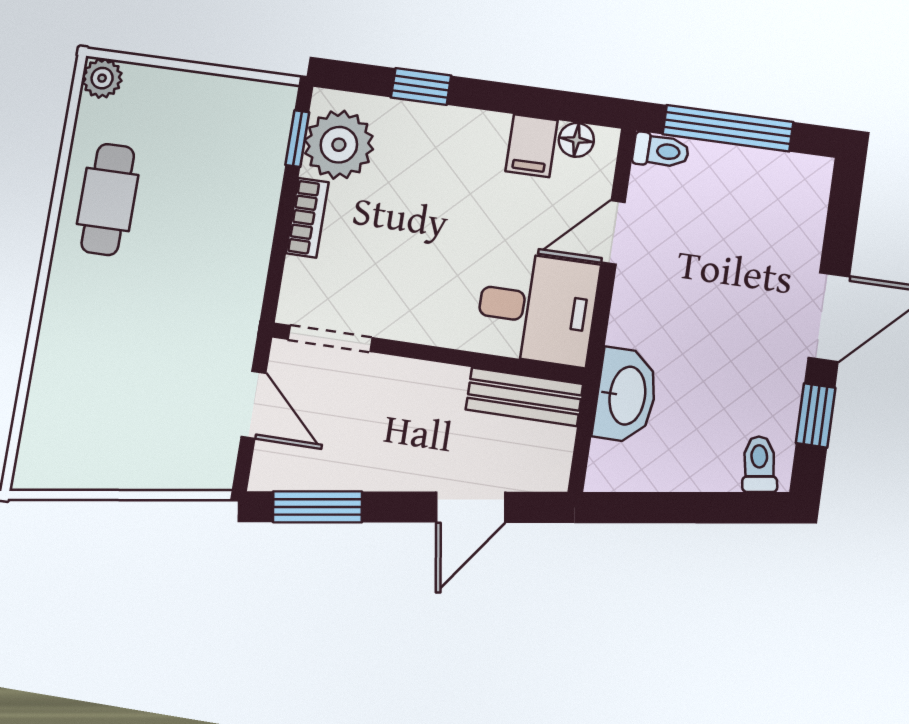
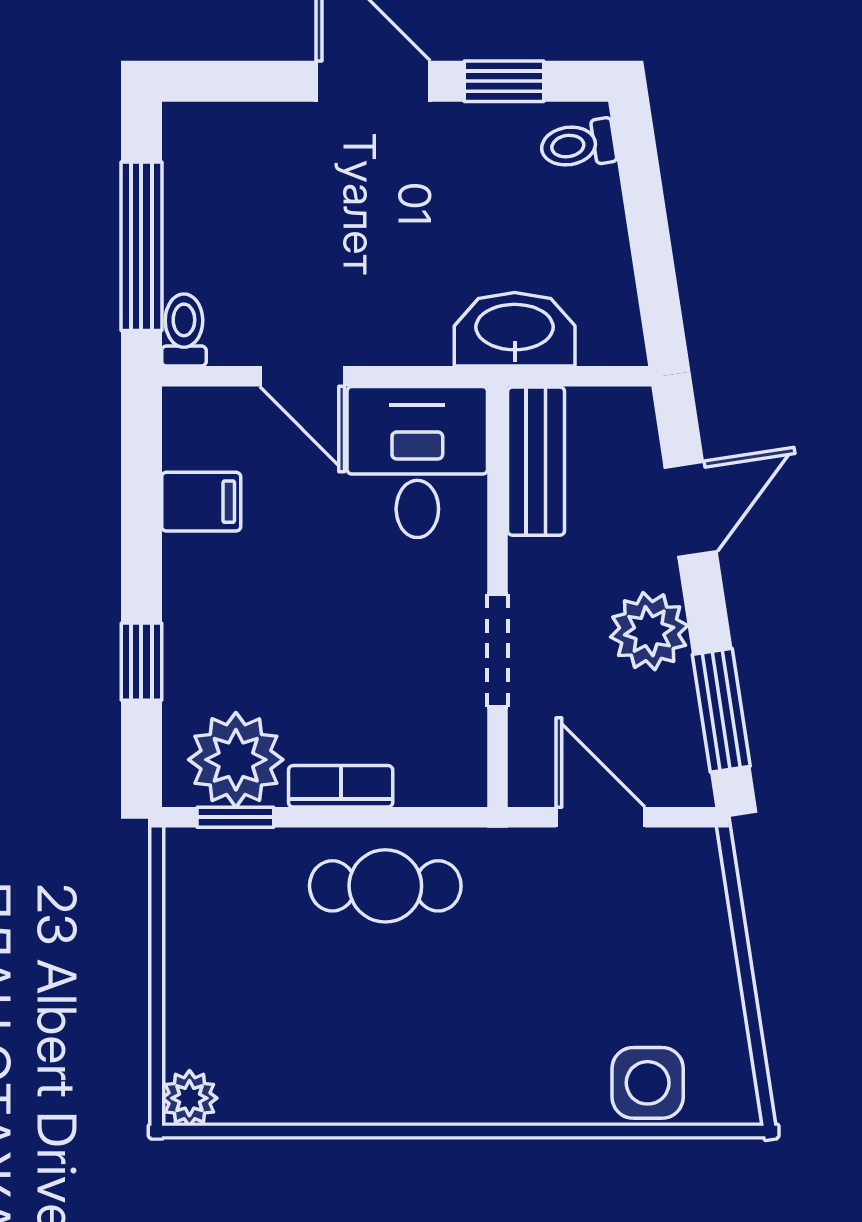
floor lamp: (576, 140) -> (185, 443), removed
cafe table: (108, 199) -> (385, 886), moved
doorway: (330, 339) -> (498, 651), moved
door: (253, 405) -> (600, 817), hinge flipped
side table: (55, 410) -> (648, 1083), added
plant: (385, 462) -> (649, 631), added
door: (471, 507) -> (691, 509), hinge flipped

